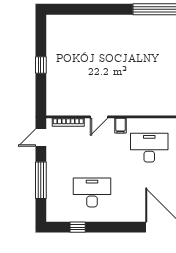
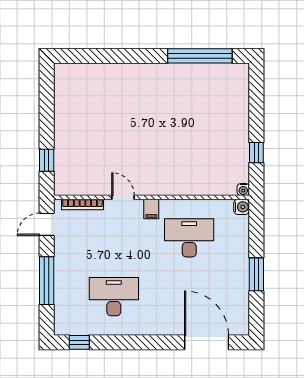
window: (41, 65) -> (47, 160), moved
door: (99, 117) -> (123, 197), swing flipped
window: (78, 227) -> (79, 342), moved

